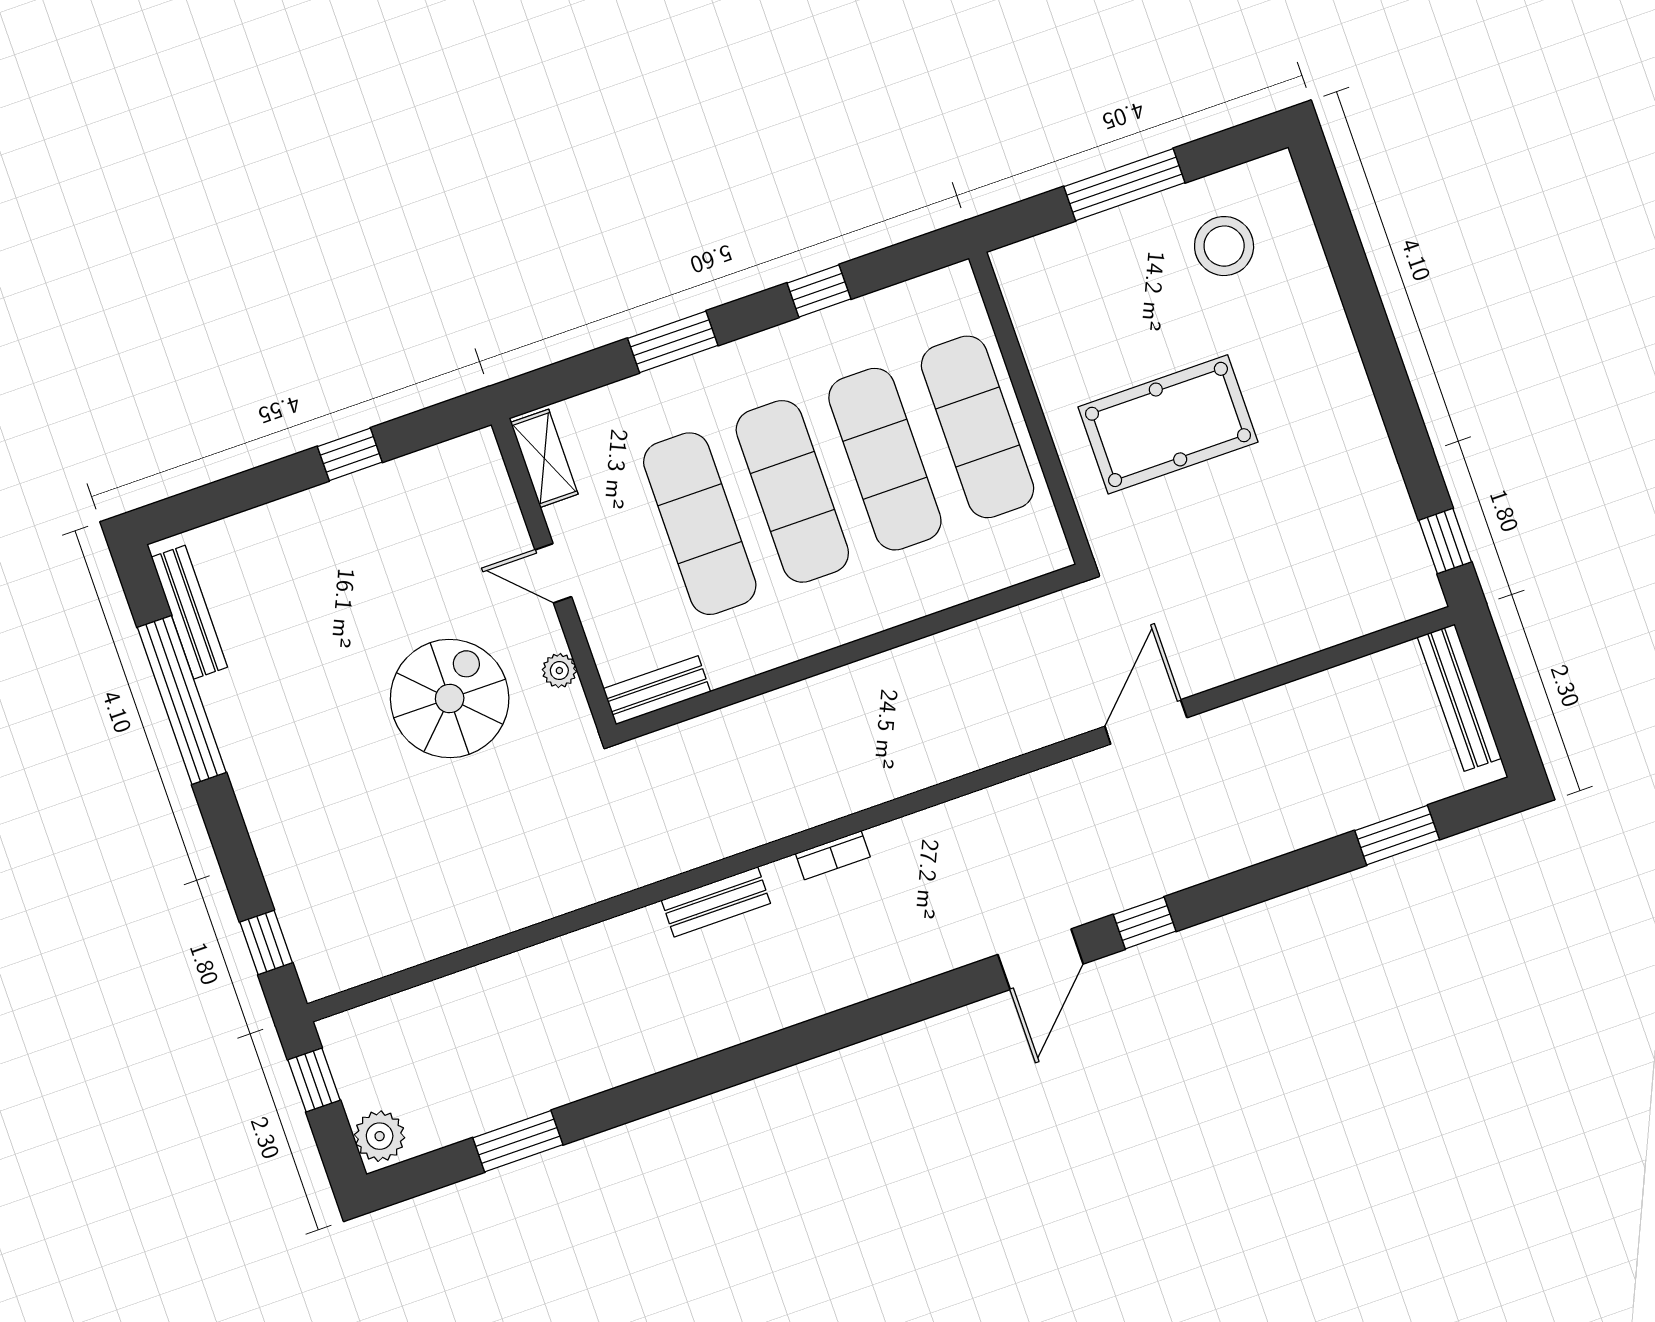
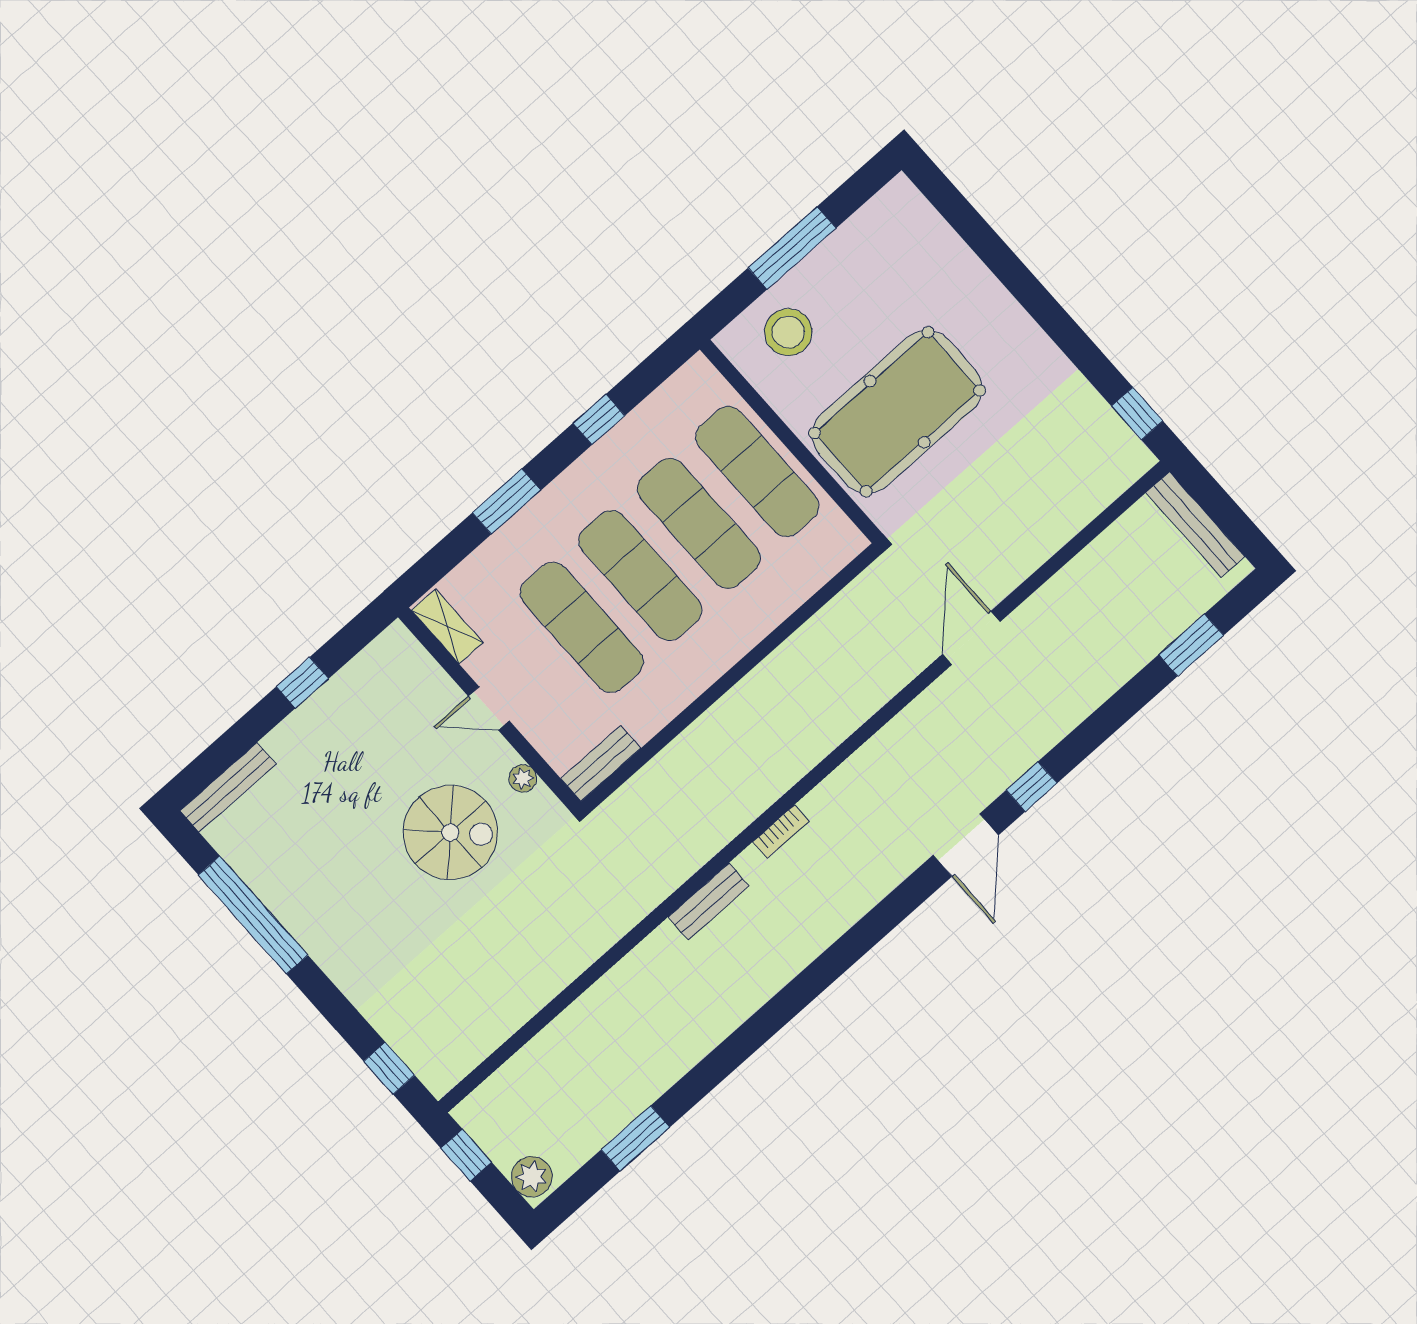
stool: (1224, 246) -> (788, 332), moved
pool table: (1168, 424) -> (897, 412), width x1.36, depth x1.32
bench: (189, 612) -> (228, 787), moved, turned 90
spiral stairs: (450, 699) -> (450, 832), turned 90

